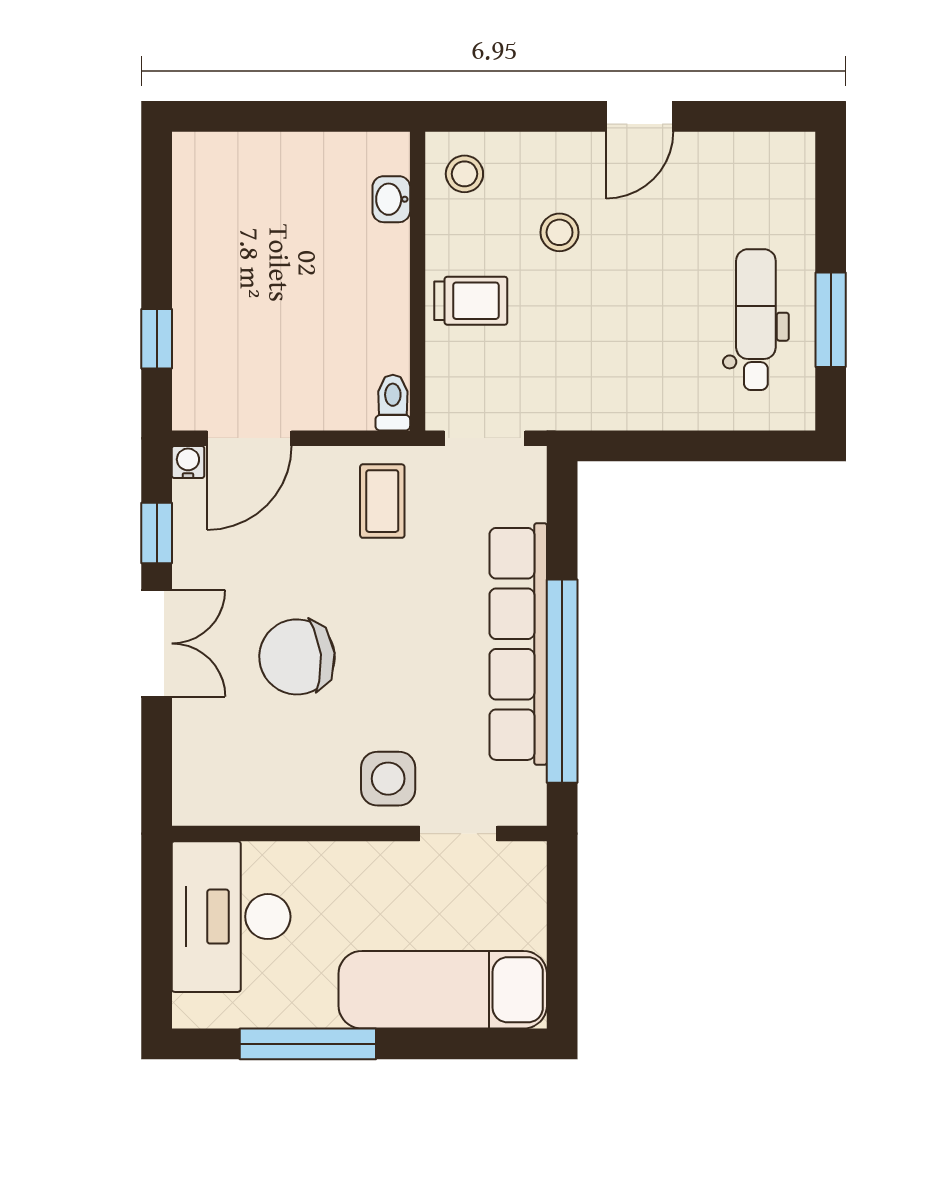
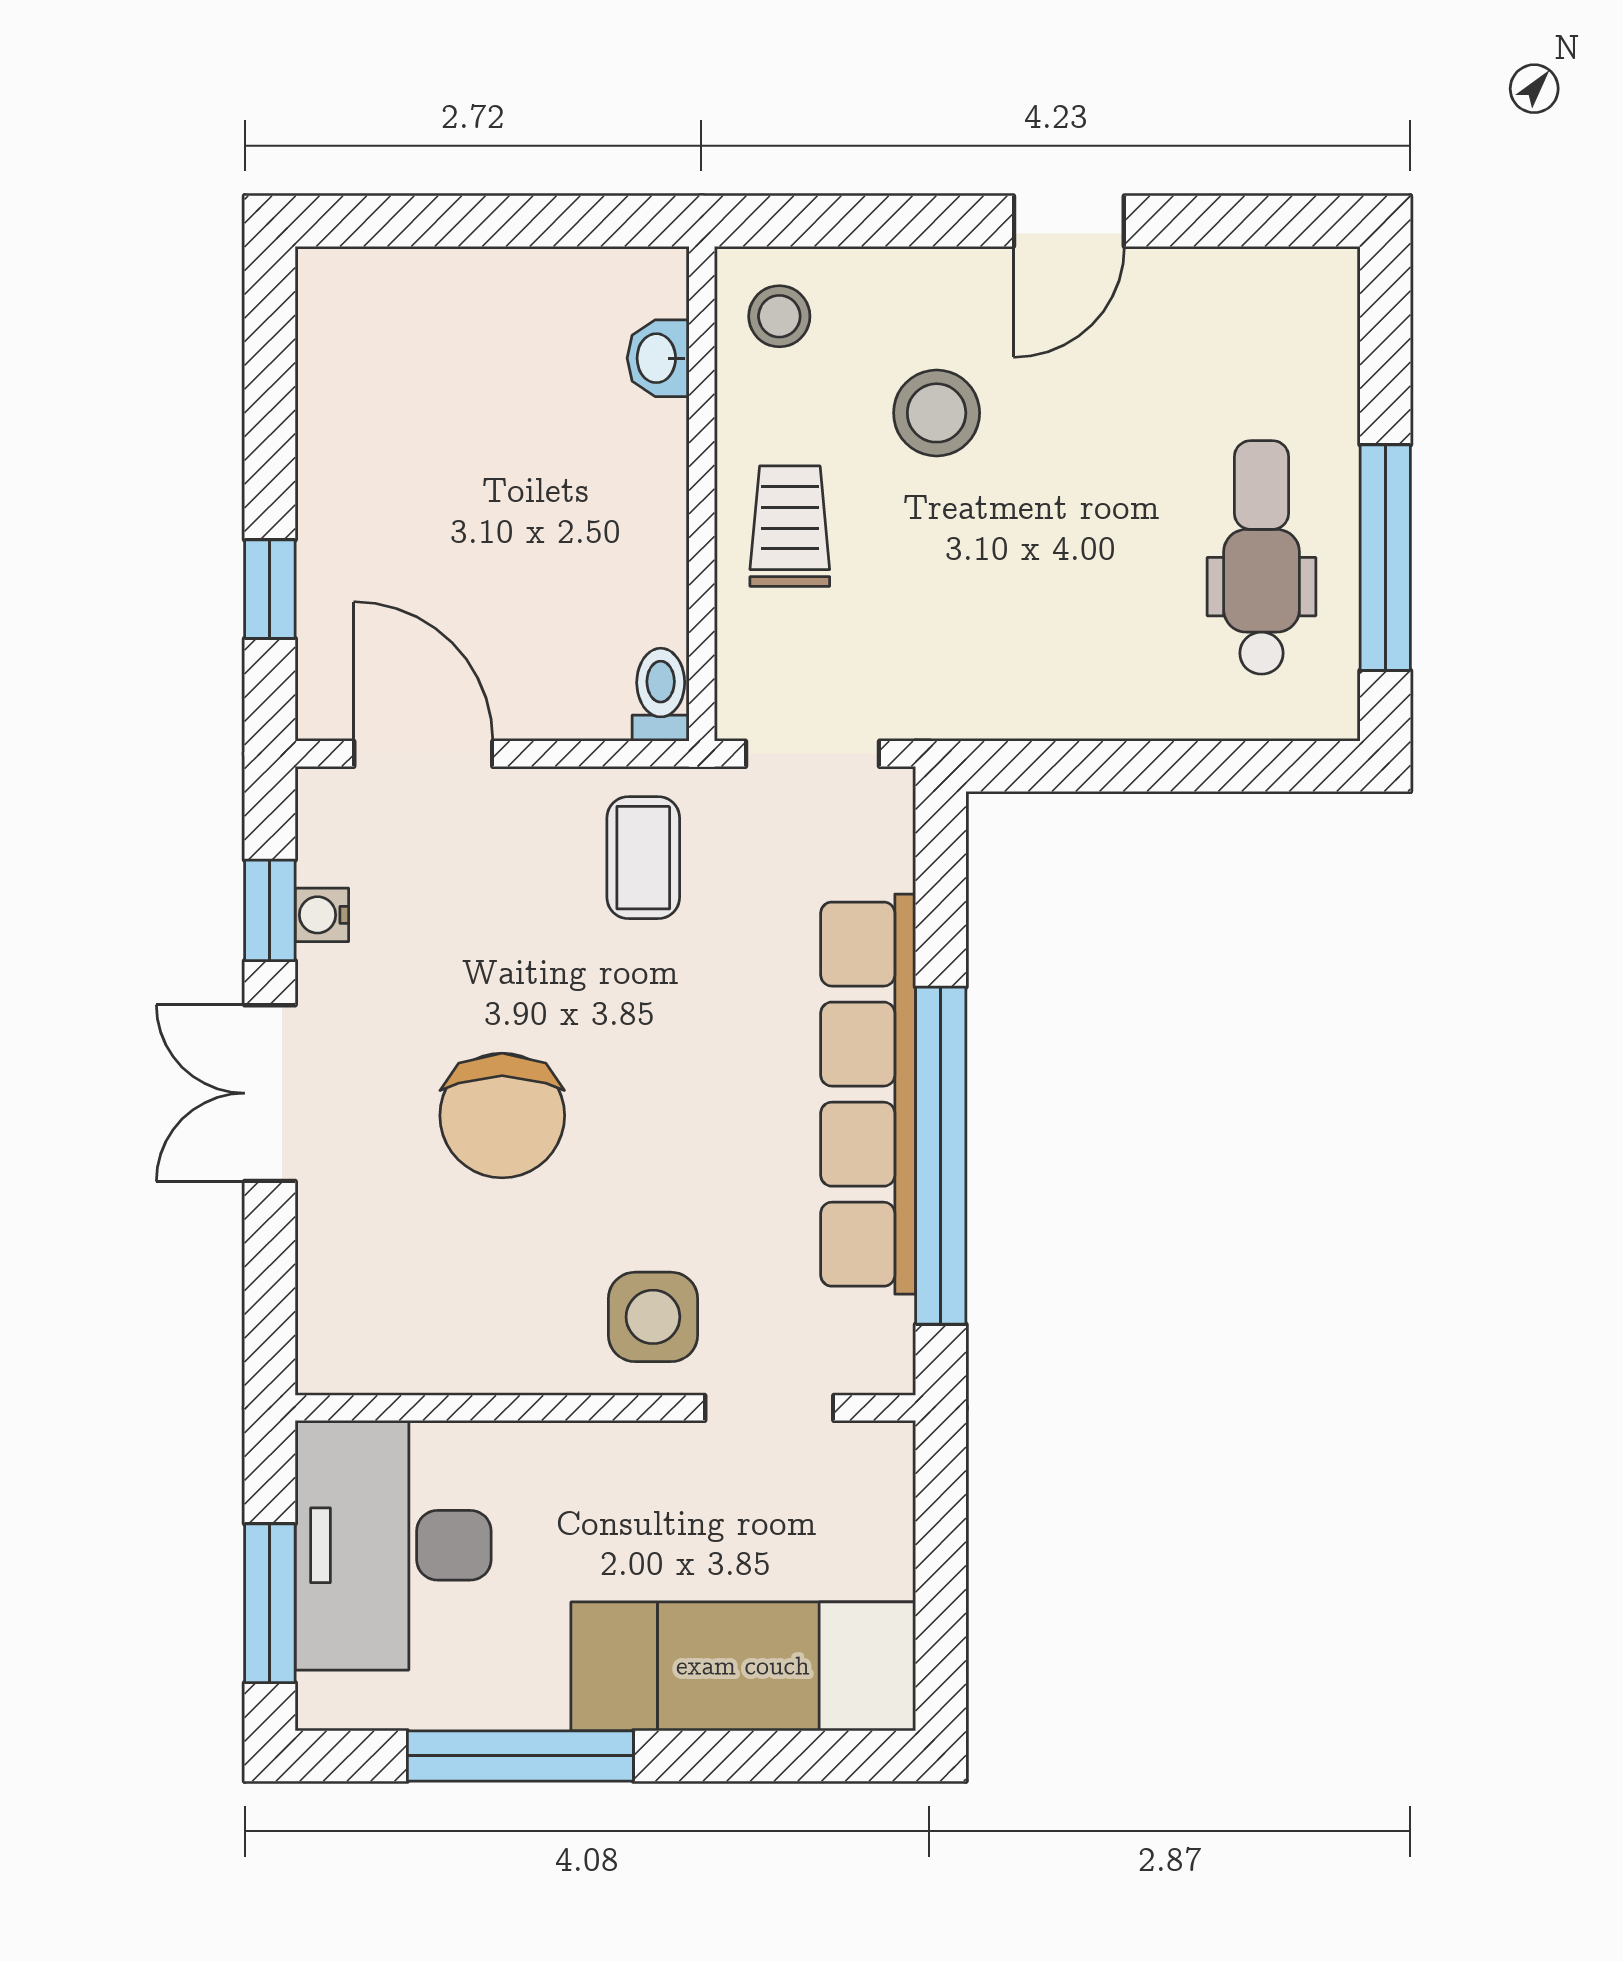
stool: (560, 232) -> (937, 413), width x1.37, depth x1.37
trolley: (471, 301) -> (790, 526), turned -90
window: (831, 320) -> (1385, 558), width x1.44
door: (249, 438) -> (423, 754), swing flipped
water cooler: (188, 462) -> (322, 915), moved, turned -90
double door: (157, 643) -> (270, 1093), swing flipped
chair: (297, 657) -> (502, 1116), turned -84
window: (157, 952) -> (270, 1603), added

